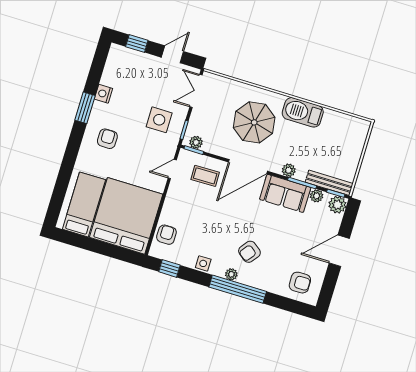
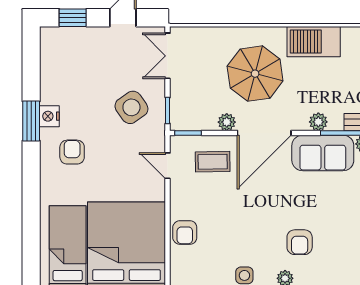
nightstand: (103, 94) -> (49, 116), moved
side table: (159, 120) -> (131, 107), turned -35
plant: (196, 142) -> (227, 122), moved
door: (172, 169) -> (168, 166), hinge flipped
armchair: (166, 235) -> (185, 232), moved, turned 180
armchair: (249, 252) -> (300, 242), turned -37

